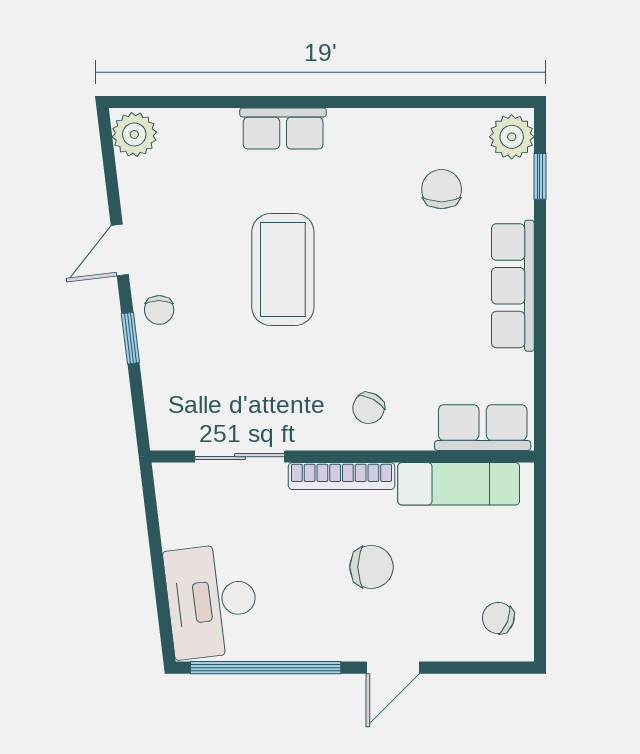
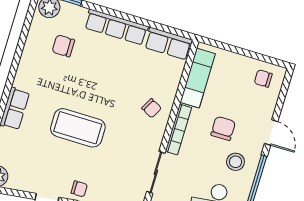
row of seats: (483, 428) -> (168, 44), moved, turned -90
stool: (311, 613) -> (235, 162), added
chair: (498, 618) -> (263, 78), turned 69

